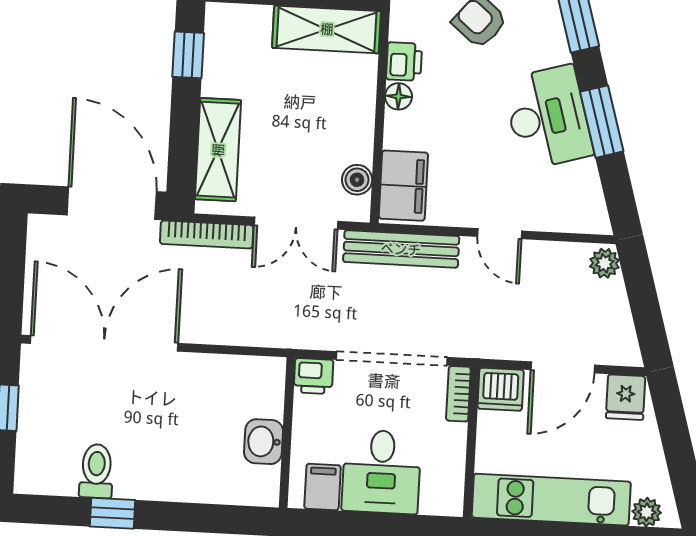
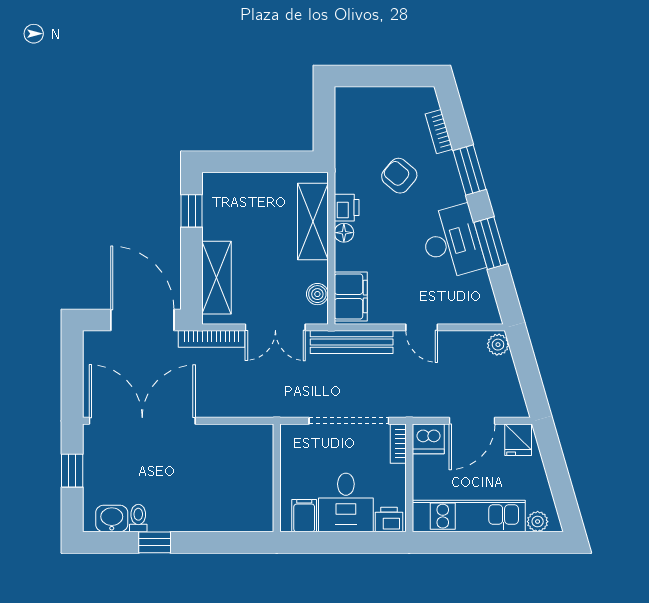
shelving: (327, 29) -> (313, 222), moved, turned 90
printer: (313, 376) -> (389, 520), moved, turned 180
washbasin: (263, 442) -> (112, 519), moved, turned 90
toilet: (96, 471) -> (138, 518), width x0.73, depth x0.72

